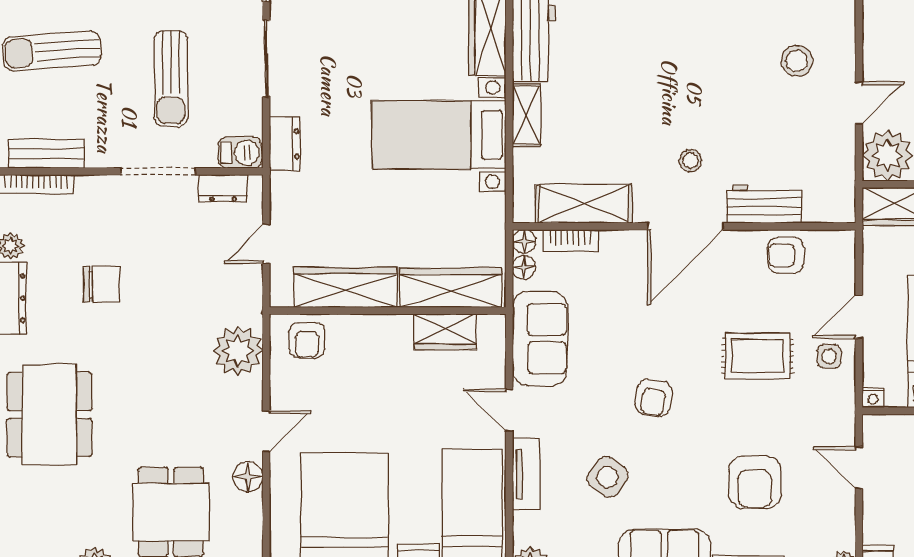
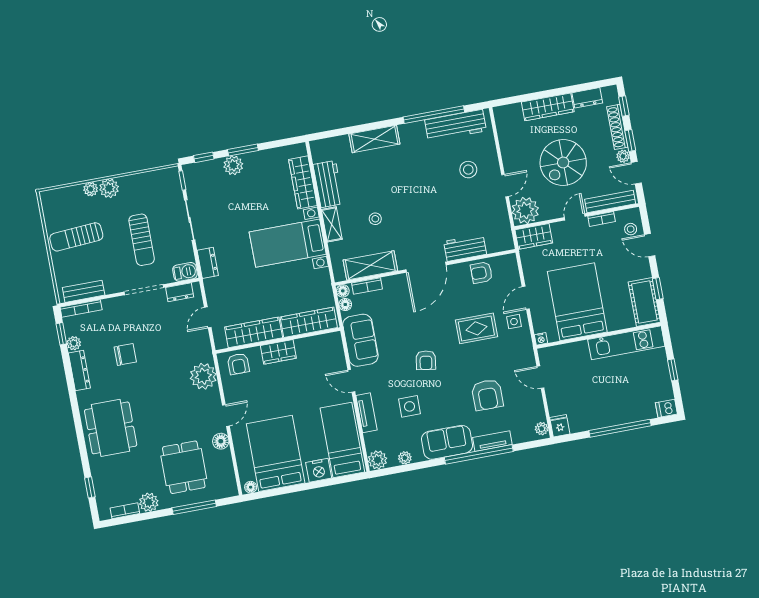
stool: (690, 161) -> (375, 219), moved
wardrobe: (445, 332) -> (278, 352), moved
side table: (608, 477) -> (409, 406), turned -36

